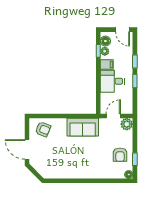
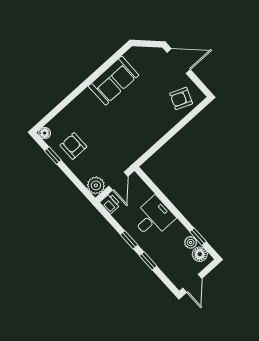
door: (123, 30) -> (192, 283), swing flipped
filing cabinet: (107, 64) -> (175, 230), removed
printer: (128, 108) -> (110, 203), added
sofa: (83, 127) -> (114, 81), moved, turned 180

